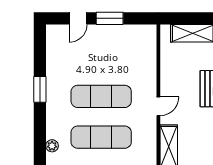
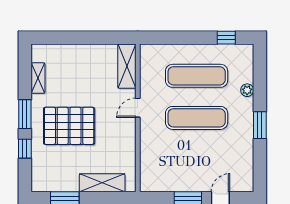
plant: (52, 146) -> (247, 90), moved

